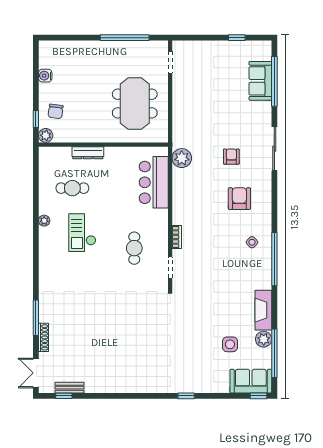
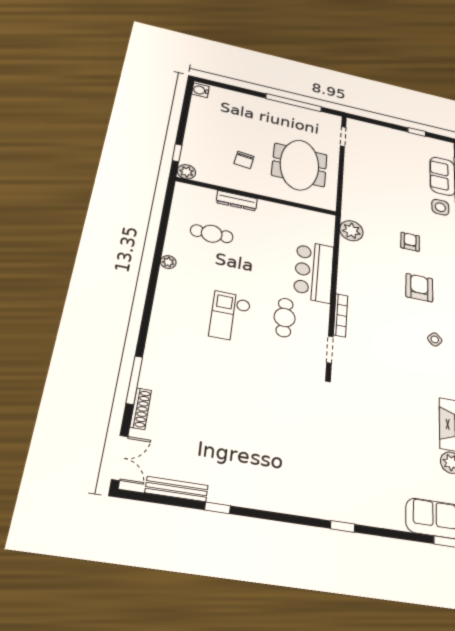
water cooler: (45, 76) -> (200, 90), moved
chair: (56, 111) -> (244, 160), moved
bar counter: (154, 182) -> (314, 271), moved
checkout: (82, 233) -> (230, 316), moved
bookcase: (177, 237) -> (341, 315), width x1.56
side table: (230, 344) -> (440, 207), moved
double door: (36, 373) -> (120, 458), swing flipped
bench: (69, 388) -> (177, 489), width x1.36
window: (64, 396) -> (217, 508), moved

